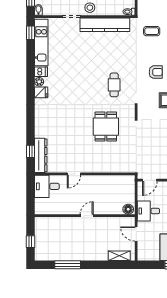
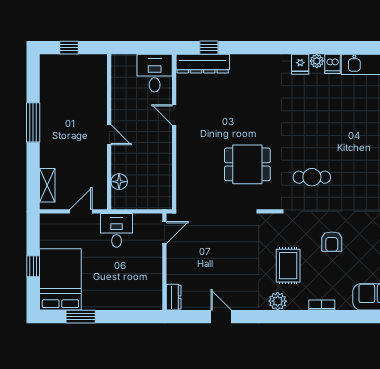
door: (150, 180) -> (164, 233), swing flipped
floor lamp: (128, 209) -> (119, 182), moved
window: (68, 265) -> (33, 122), moved

